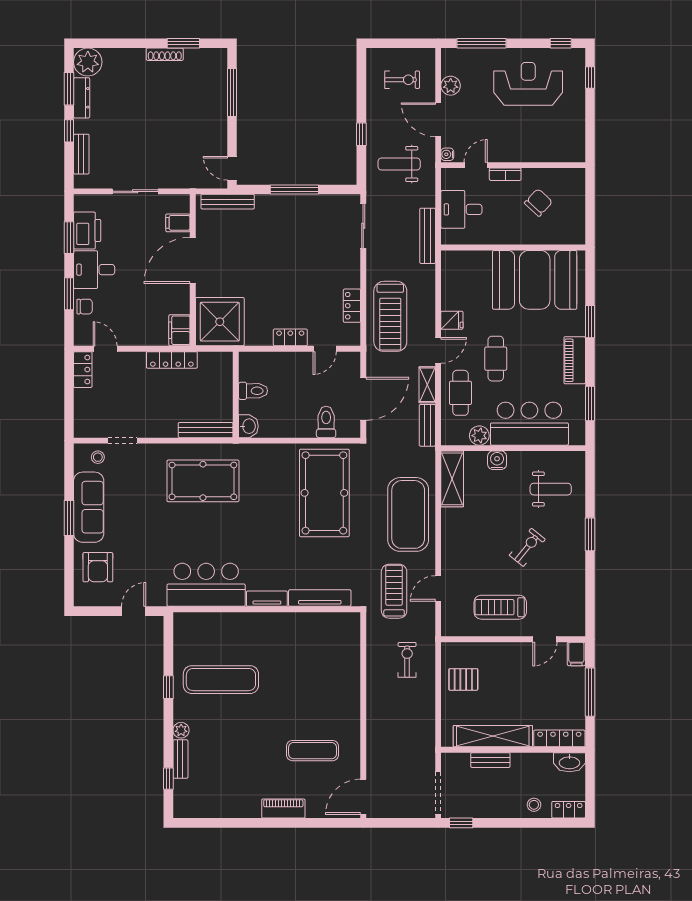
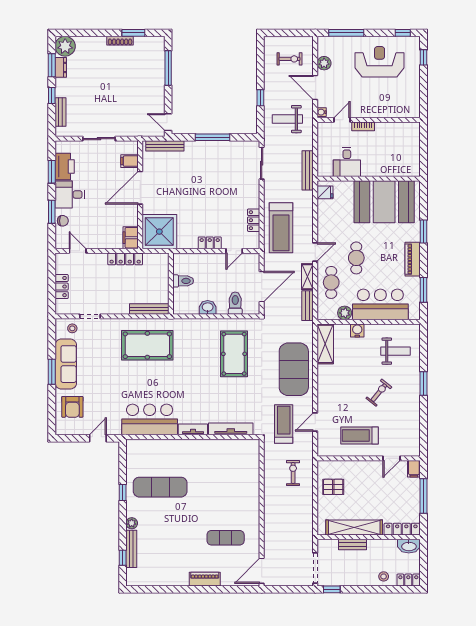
dresser: (82, 98) -> (61, 67), width x0.70
chair: (538, 202) -> (387, 147), removed
desk: (461, 209) -> (347, 162), moved, turned -90
fridge: (452, 320) -> (325, 192), moved
locker: (83, 370) -> (62, 287), moved
washbasin: (248, 426) -> (208, 307), moved, turned -90
pool table: (324, 493) -> (234, 354), width x0.73, depth x0.76
bench: (180, 759) -> (131, 549), width x1.36

